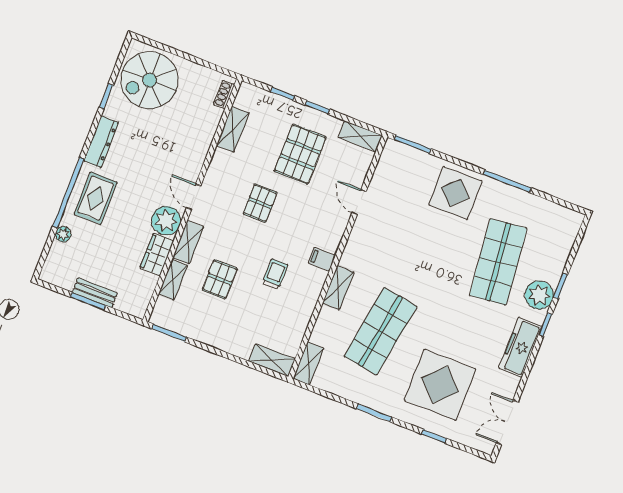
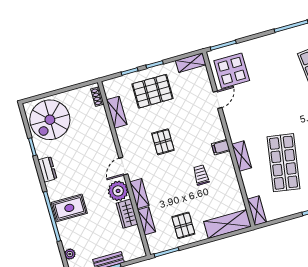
dresser: (101, 142) -> (47, 169), width x0.70
pallet: (300, 154) -> (152, 91), moved, turned 90
display table: (455, 193) -> (232, 71), moved
door: (194, 197) -> (123, 166), hinge flipped
rug: (96, 198) -> (69, 208), turned 90
door: (359, 202) -> (217, 100), swing flipped
plant: (63, 234) -> (70, 254), moved
pallet: (220, 279) -> (183, 225), moved
shelving: (272, 360) -> (227, 224), width x1.50, depth x1.33

